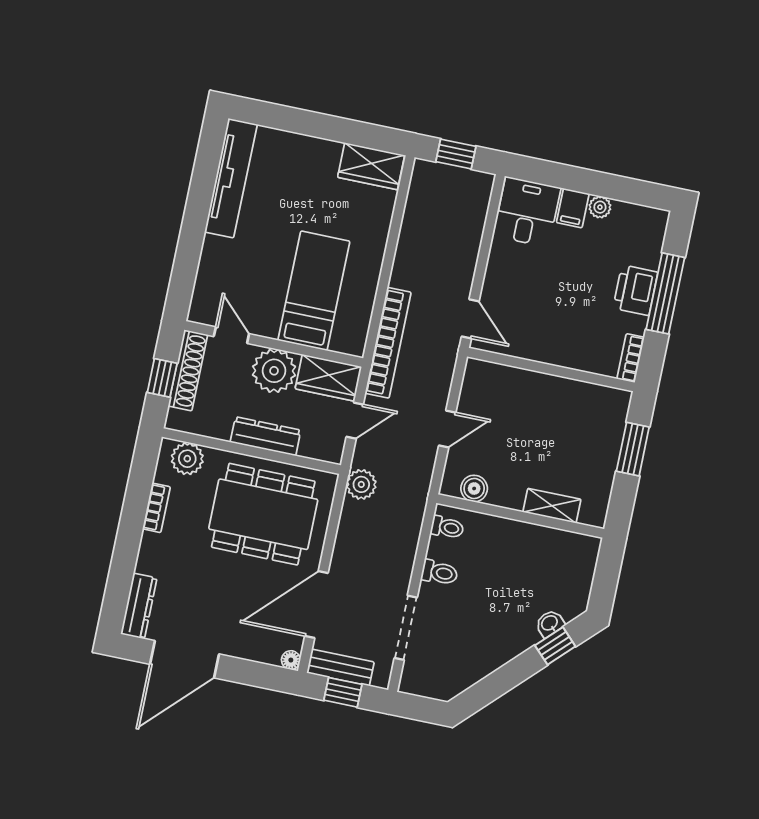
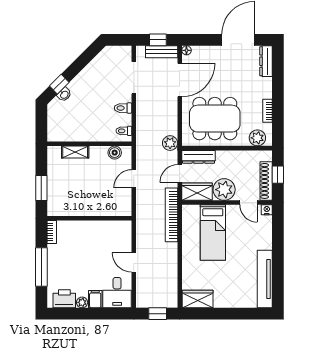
printer: (635, 290) -> (64, 299), moved, turned -90
nightstand: (198, 313) -> (267, 210), added
door: (470, 319) -> (134, 263), moved
dresser: (266, 436) -> (199, 157), moved

